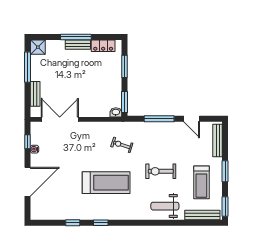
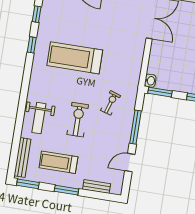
bench: (218, 141) -> (97, 186), width x0.73
exercise bike: (122, 145) -> (111, 103), moved
treadmill: (106, 183) -> (75, 58), turned 90
weight bench: (165, 206) -> (39, 118), turned 180

